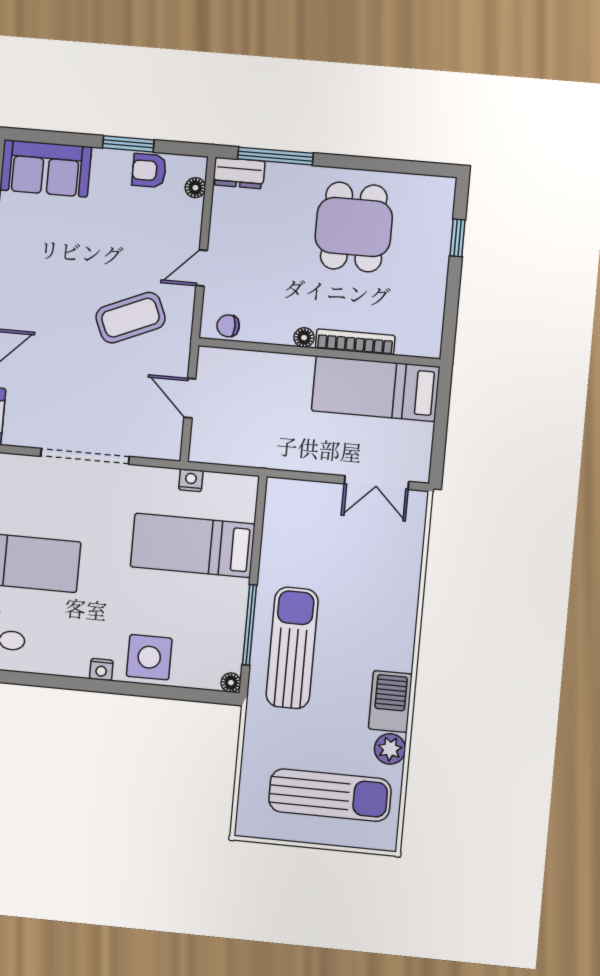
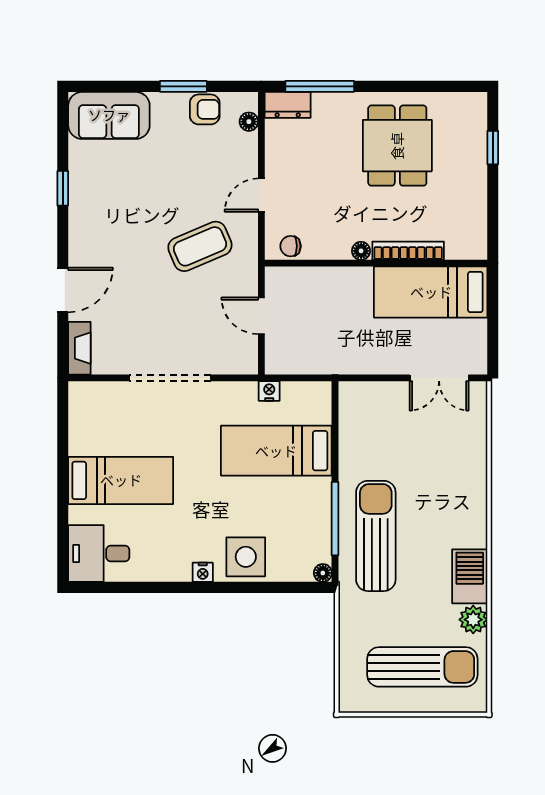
armchair: (149, 171) -> (205, 109), turned 180

